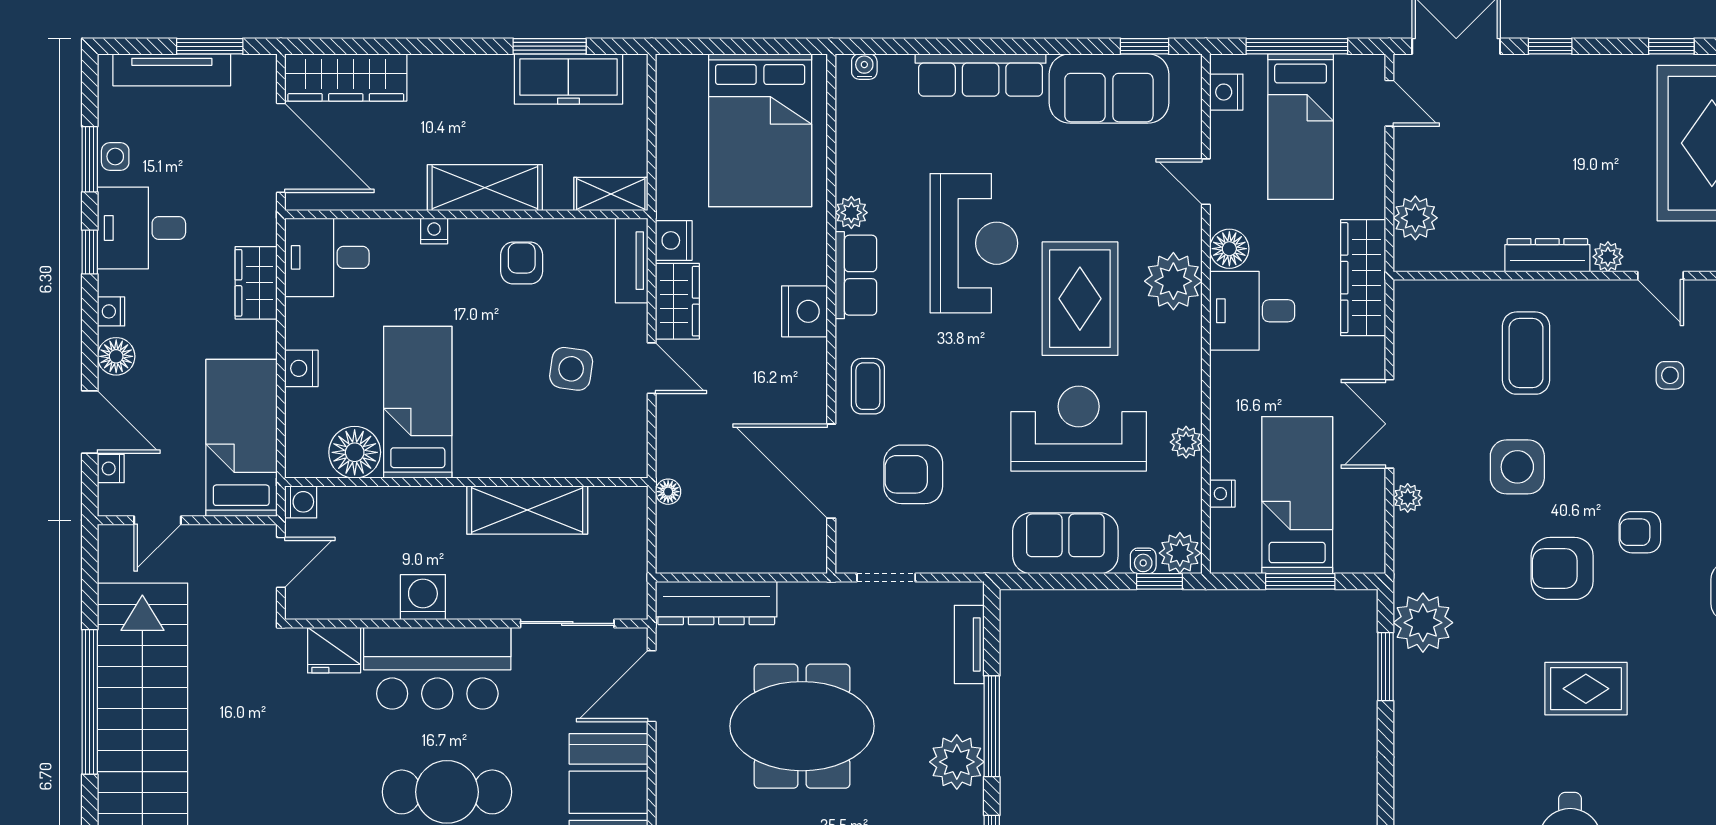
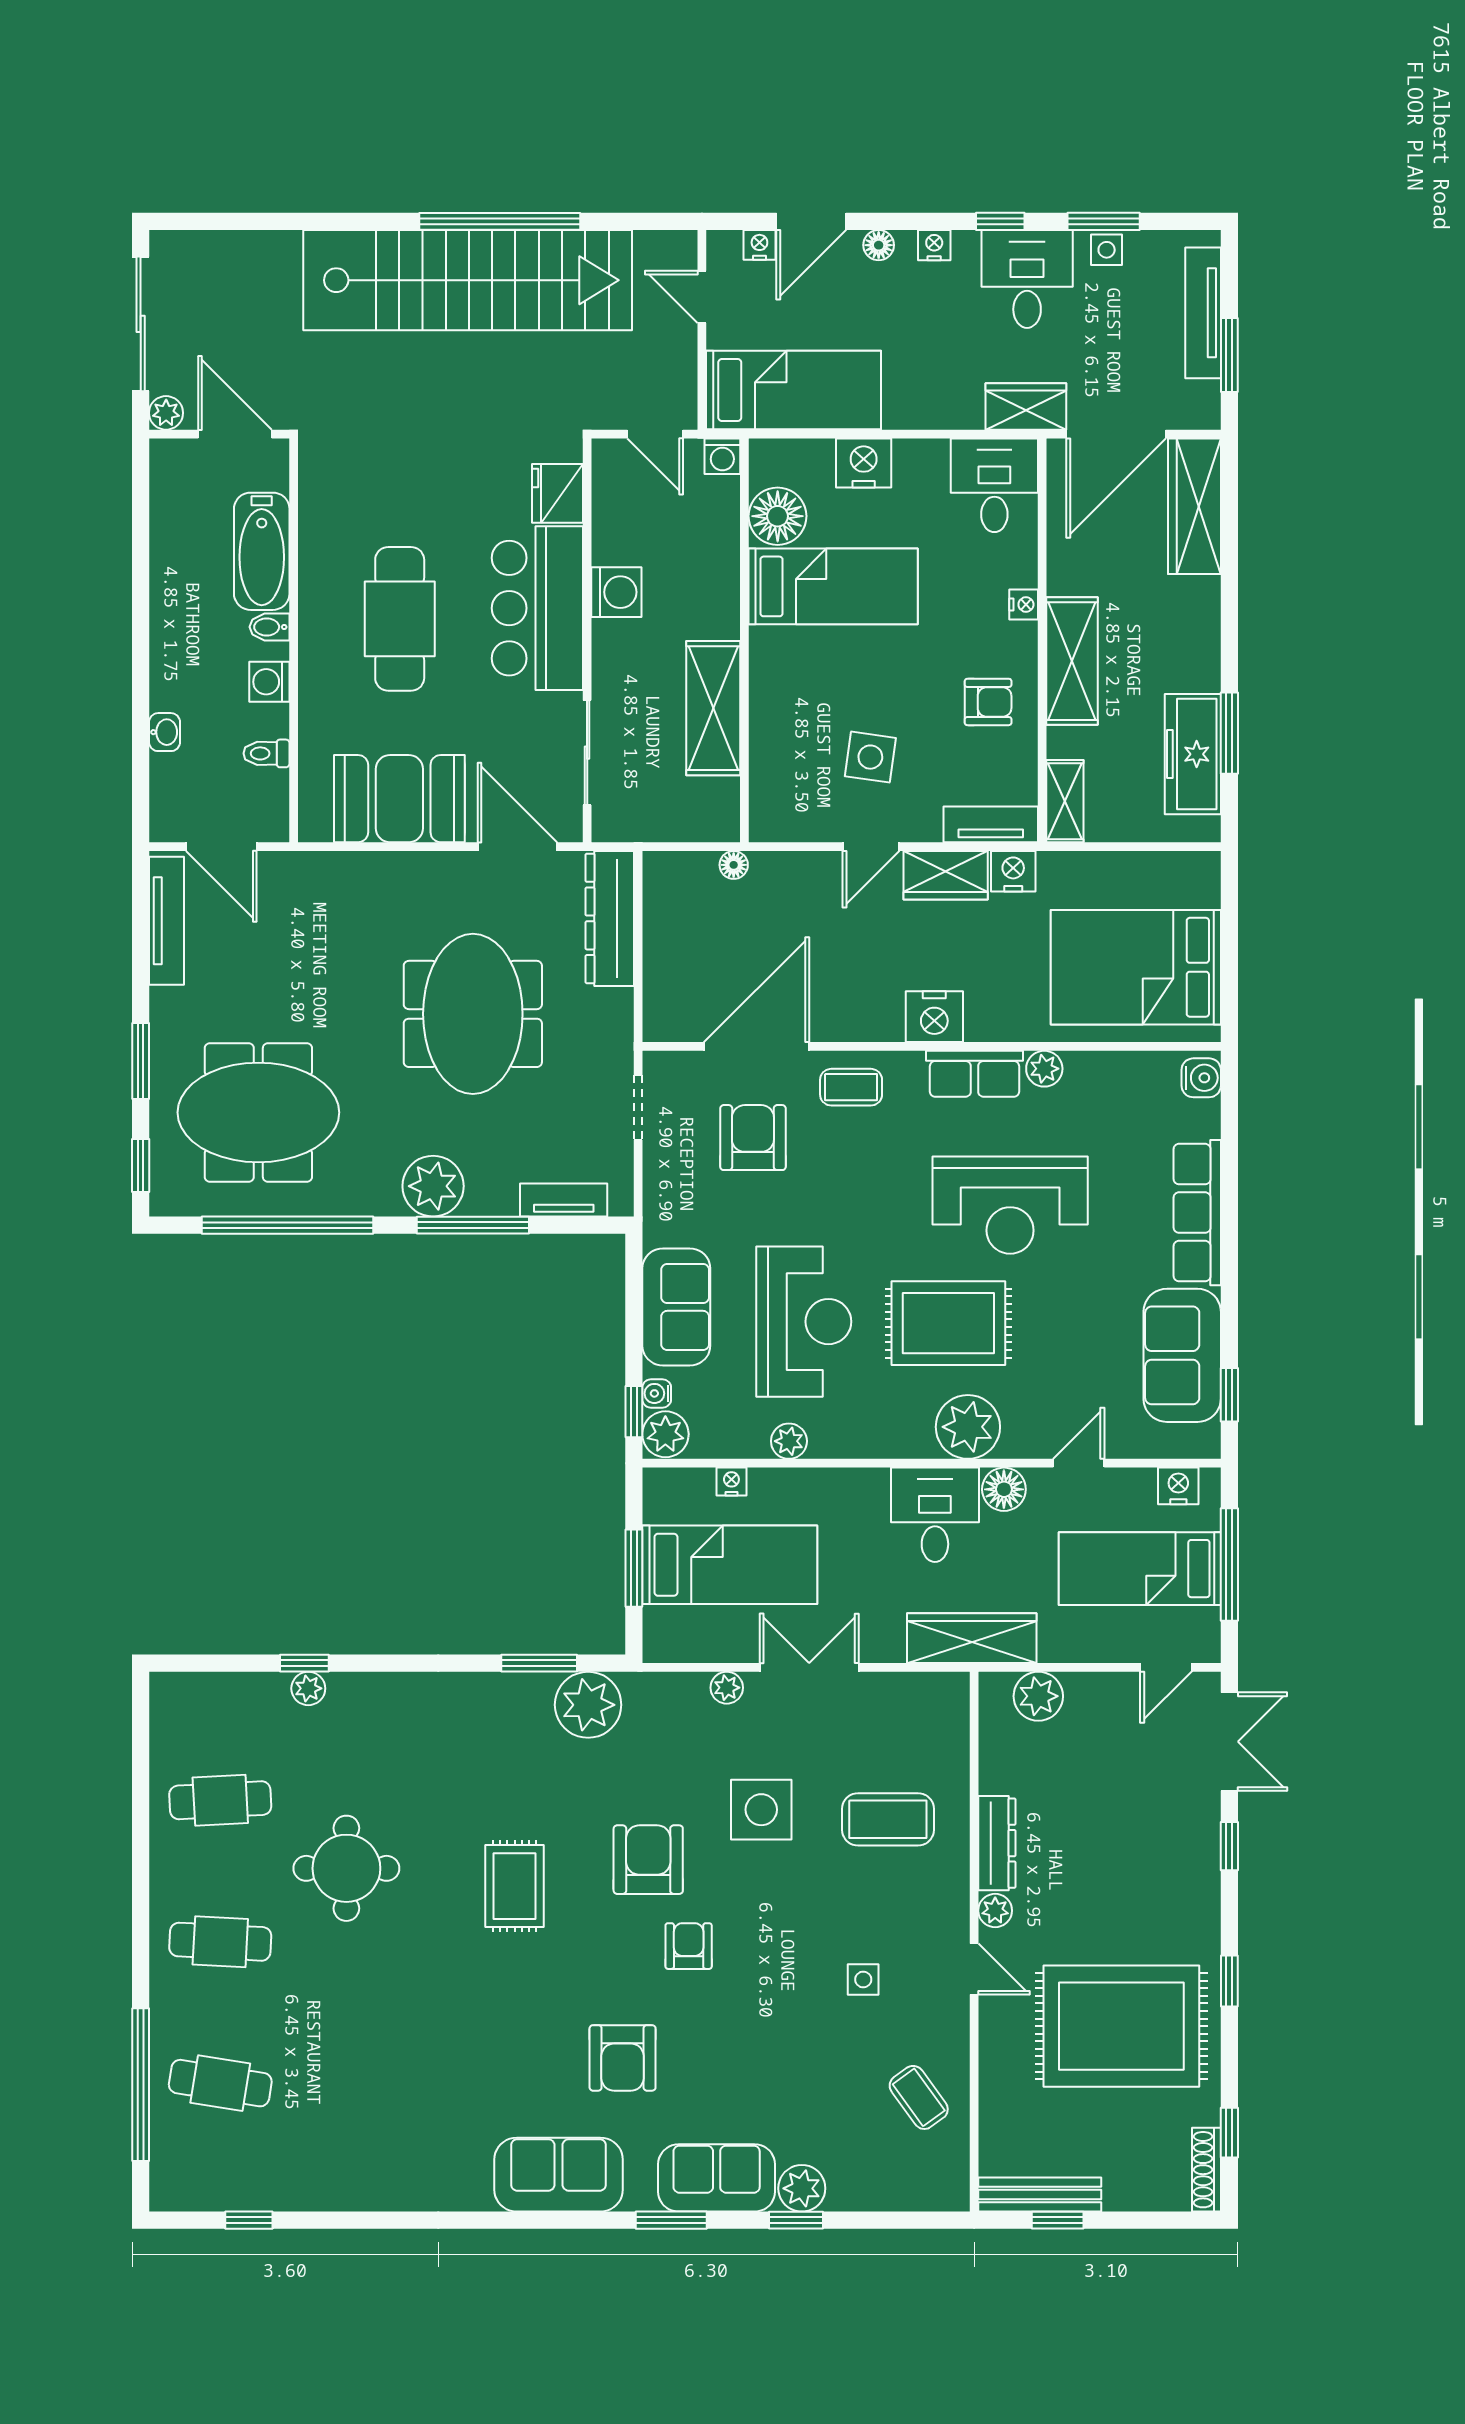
water cooler: (864, 67) -> (1201, 1078), width x1.38, depth x1.38
door: (1661, 276) -> (974, 1969), swing flipped
wardrobe: (256, 283) -> (1026, 406), moved
floor lamp: (116, 356) -> (879, 245), width x0.73, depth x0.73
nightstand: (301, 368) -> (864, 463), width x1.36, depth x1.33

